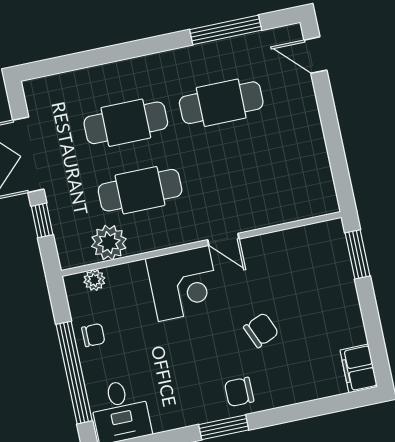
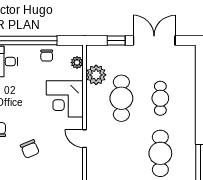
cafe table: (126, 123) -> (160, 98), width x0.73, depth x0.74
door: (223, 239) -> (84, 139), hinge flipped
corner desk: (183, 283) -> (65, 99), moved

